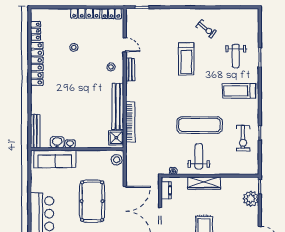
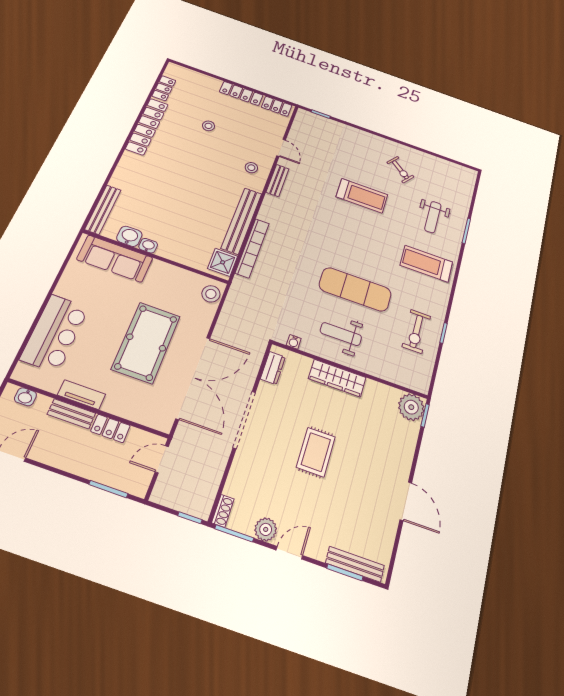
treadmill: (186, 59) -> (362, 196), turned -90
weight bench: (199, 156) -> (341, 334), turned -90
plant: (251, 199) -> (411, 407), moved

